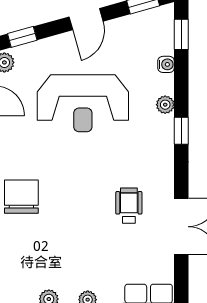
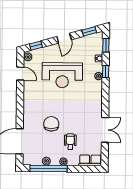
window: (181, 131) -> (106, 71), moved
chair: (21, 197) -> (51, 124), moved
wheelchair: (129, 206) -> (70, 141), moved

